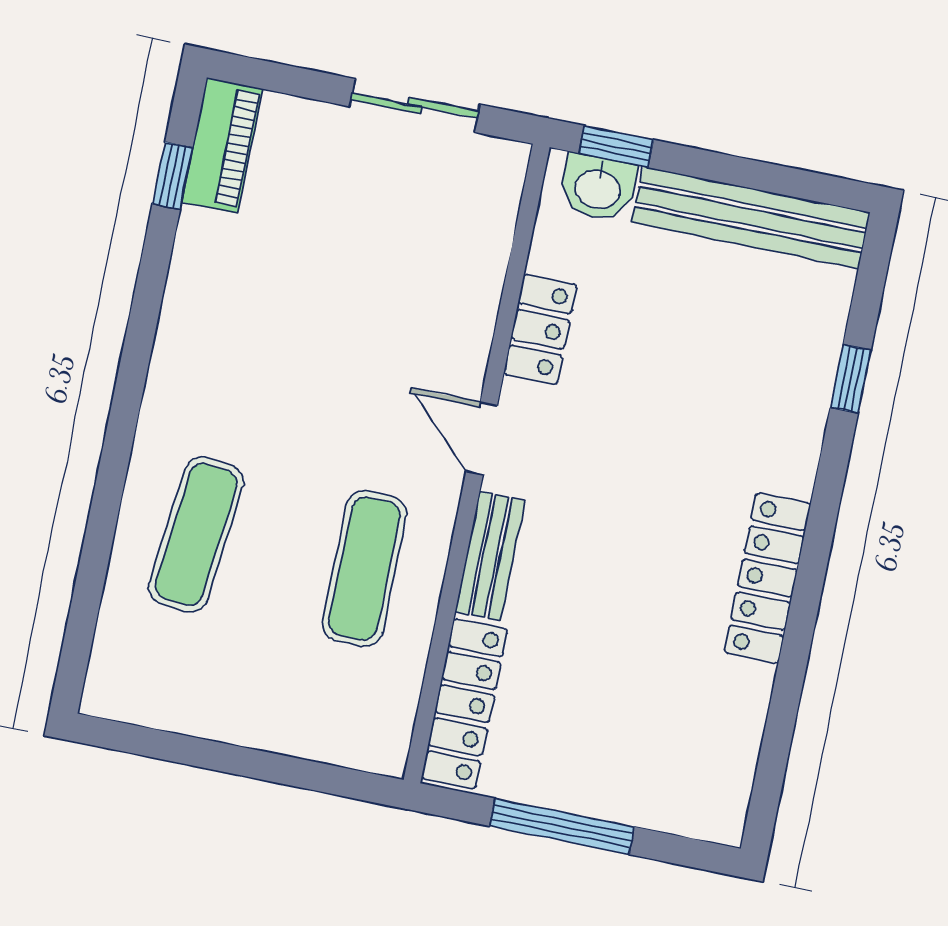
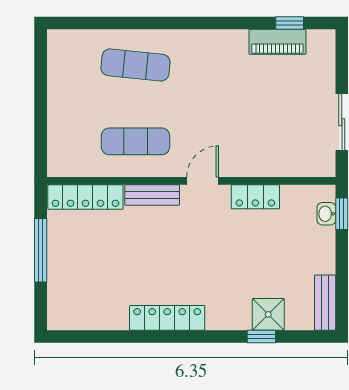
piano: (222, 145) -> (277, 42), moved
washbasin: (598, 188) -> (326, 214), width x0.72, depth x0.69
bench: (751, 217) -> (325, 303), width x0.54, depth x0.82
shower: (805, 354) -> (268, 314), added

